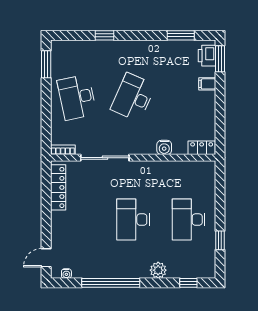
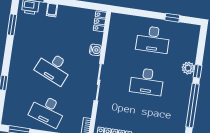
desk: (77, 97) -> (48, 111), turned 30
sliding door: (105, 158) -> (99, 82), moved
window: (188, 283) -> (197, 71), moved

